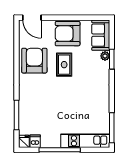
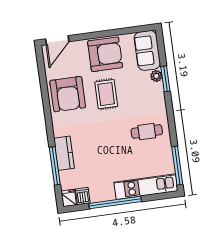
door: (32, 18) -> (57, 40), hinge flipped
armchair: (68, 34) -> (105, 54), turned 180
armchair: (34, 61) -> (68, 94), turned 180
cafe table: (92, 98) -> (147, 132), added
kitchen counter: (25, 106) -> (64, 153), added

